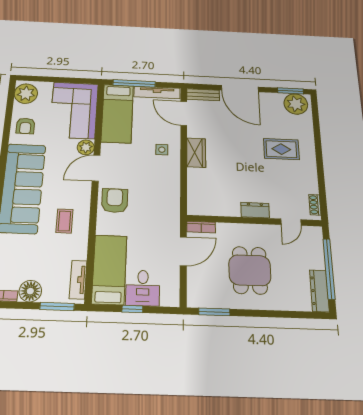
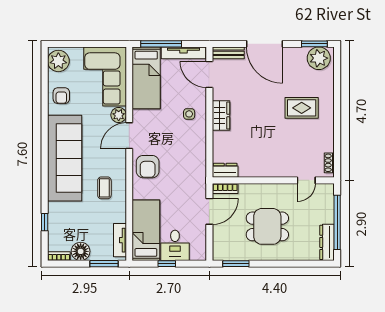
armchair: (115, 201) -> (148, 167), turned 180
dresser: (255, 210) -> (225, 170), moved
dining table: (250, 270) -> (267, 226), turned 90

